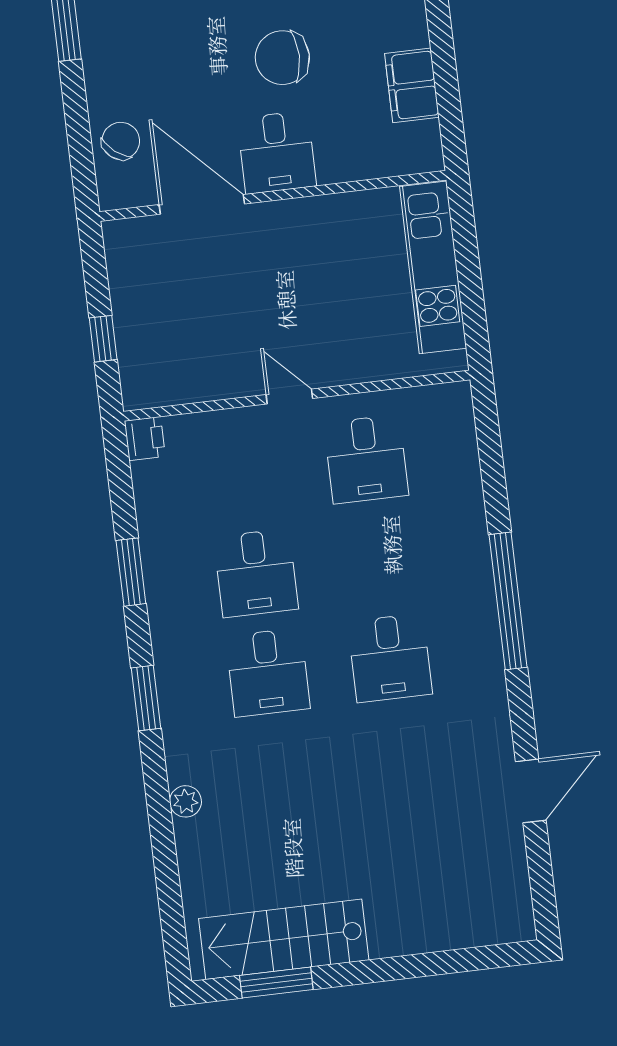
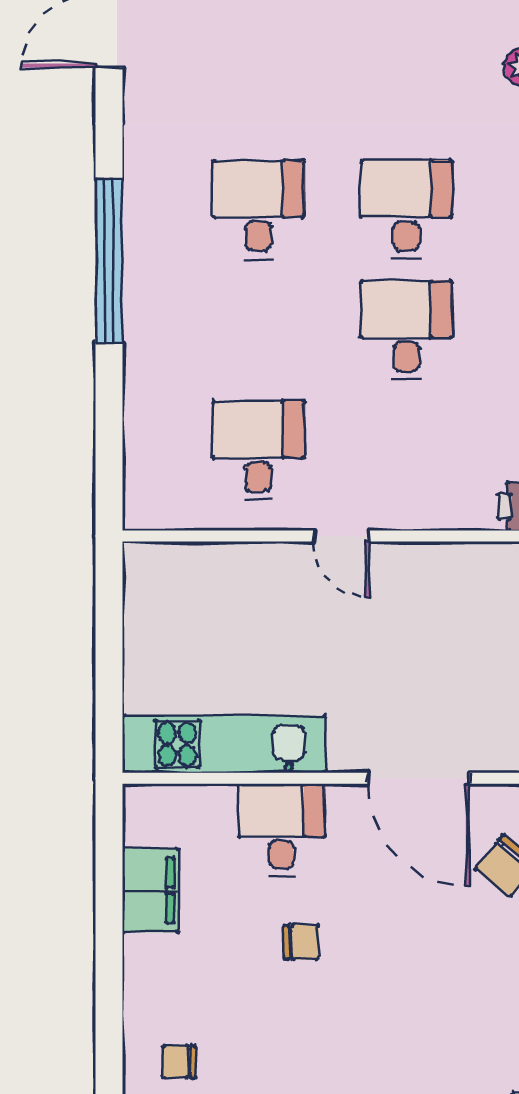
chair: (282, 58) -> (301, 942), width x0.54, depth x0.54
desk: (277, 152) -> (281, 830), moved
kitchen unit: (433, 267) -> (224, 744), moved, turned -90

